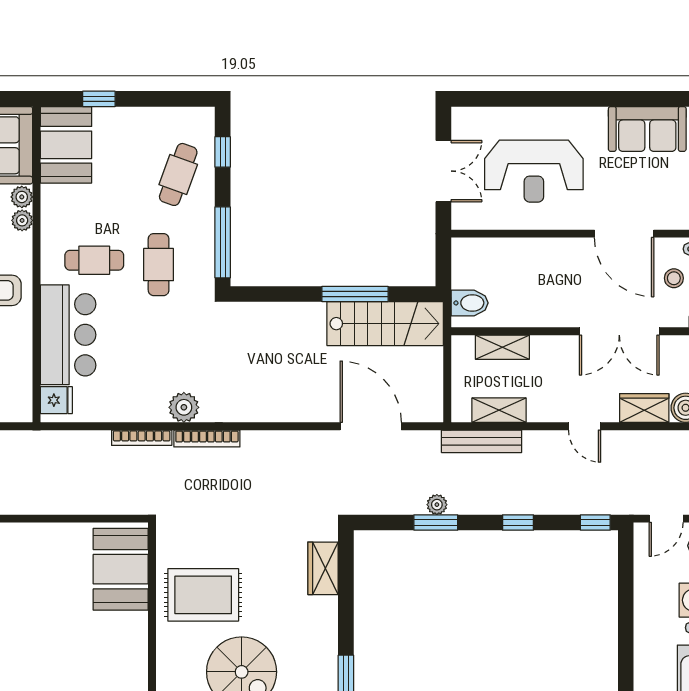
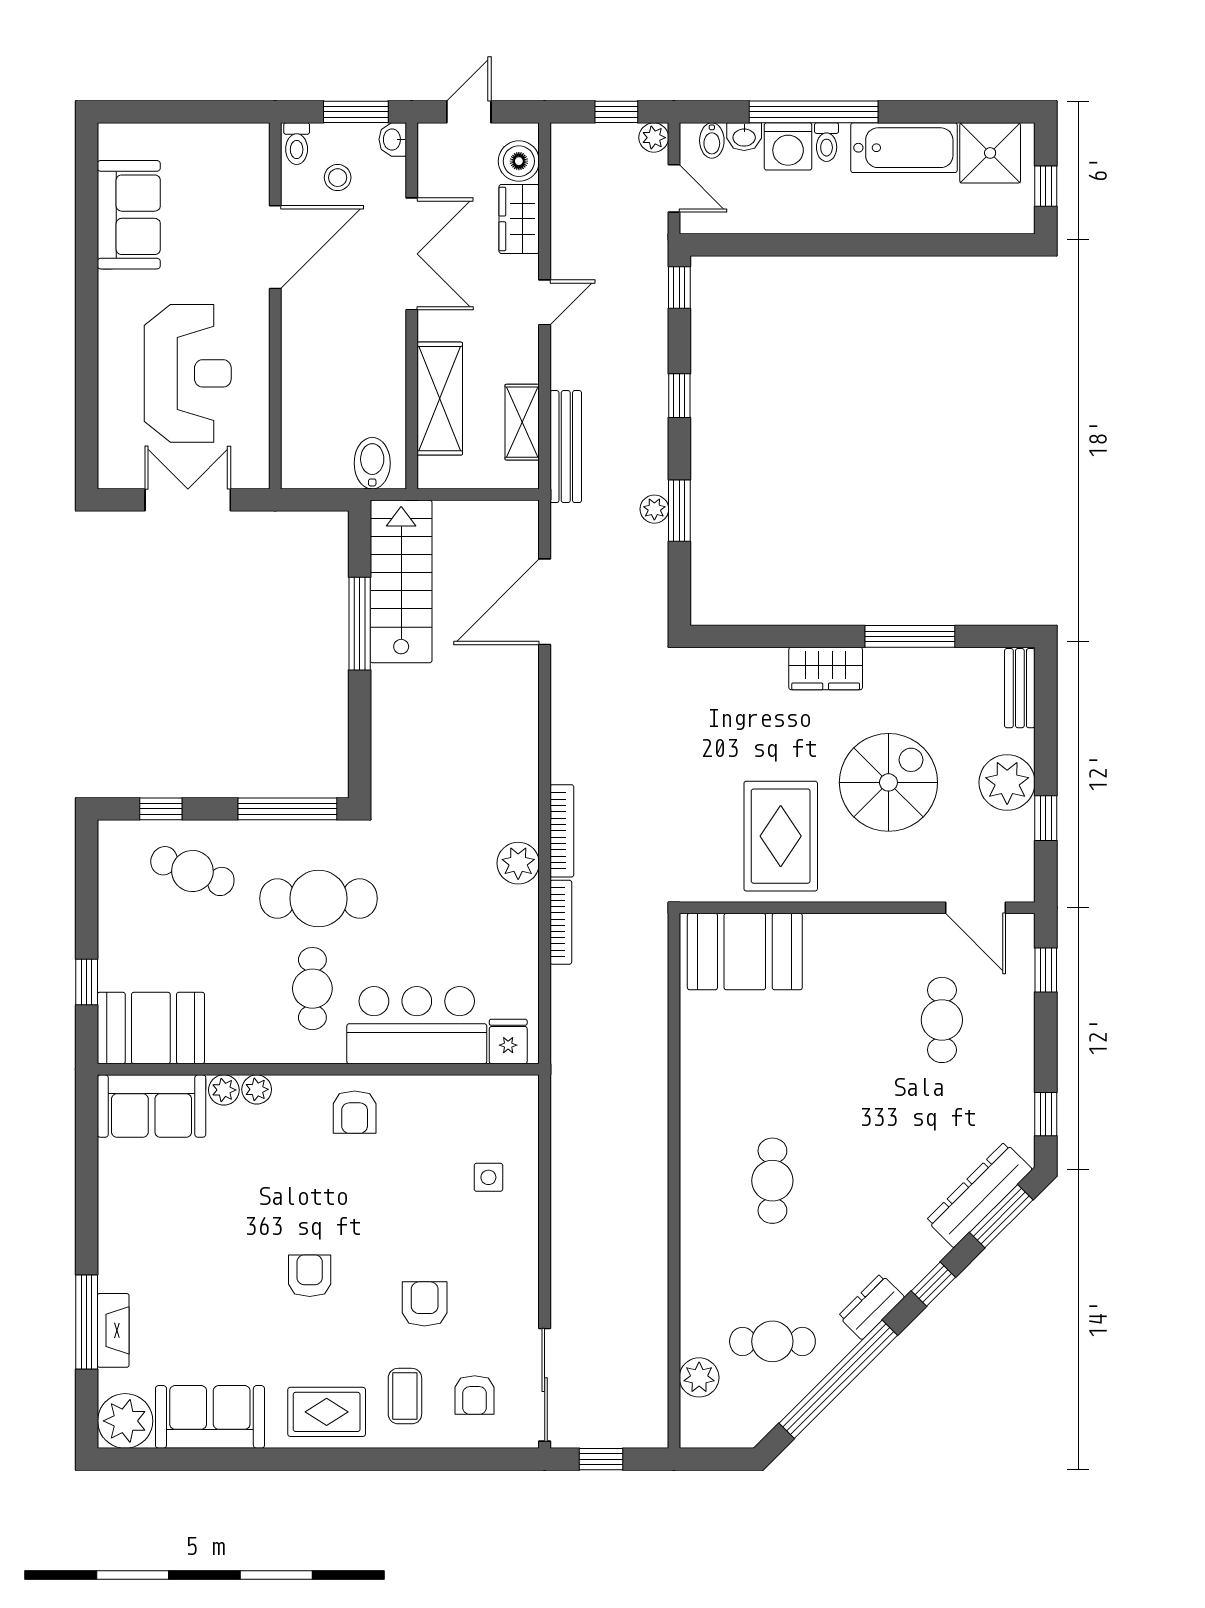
cafe table: (159, 265) -> (318, 899), width x1.37, depth x1.35
shelving: (502, 347) -> (440, 399), width x1.50, depth x1.33
wardrobe: (323, 568) -> (826, 669), moved

